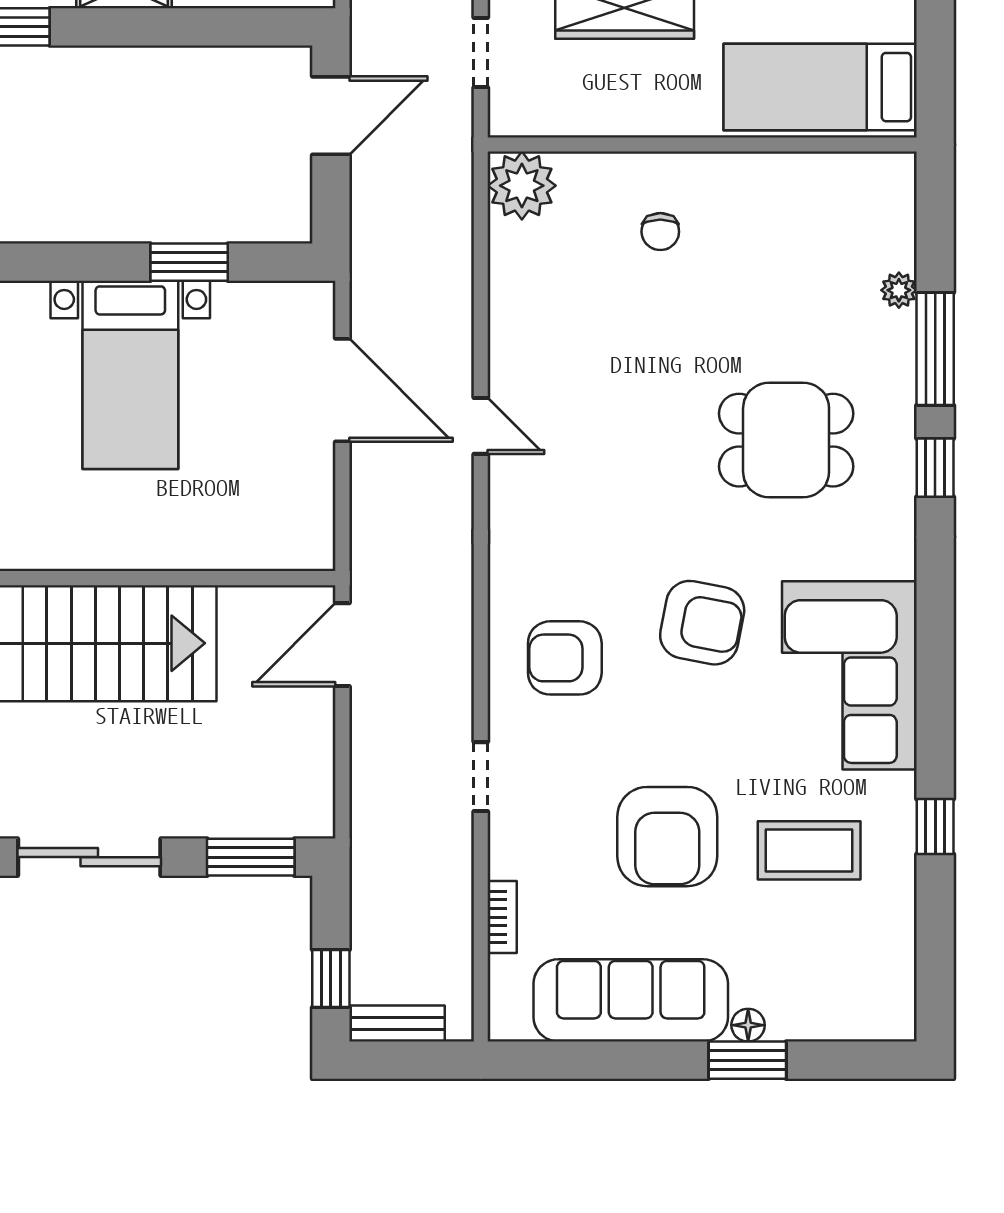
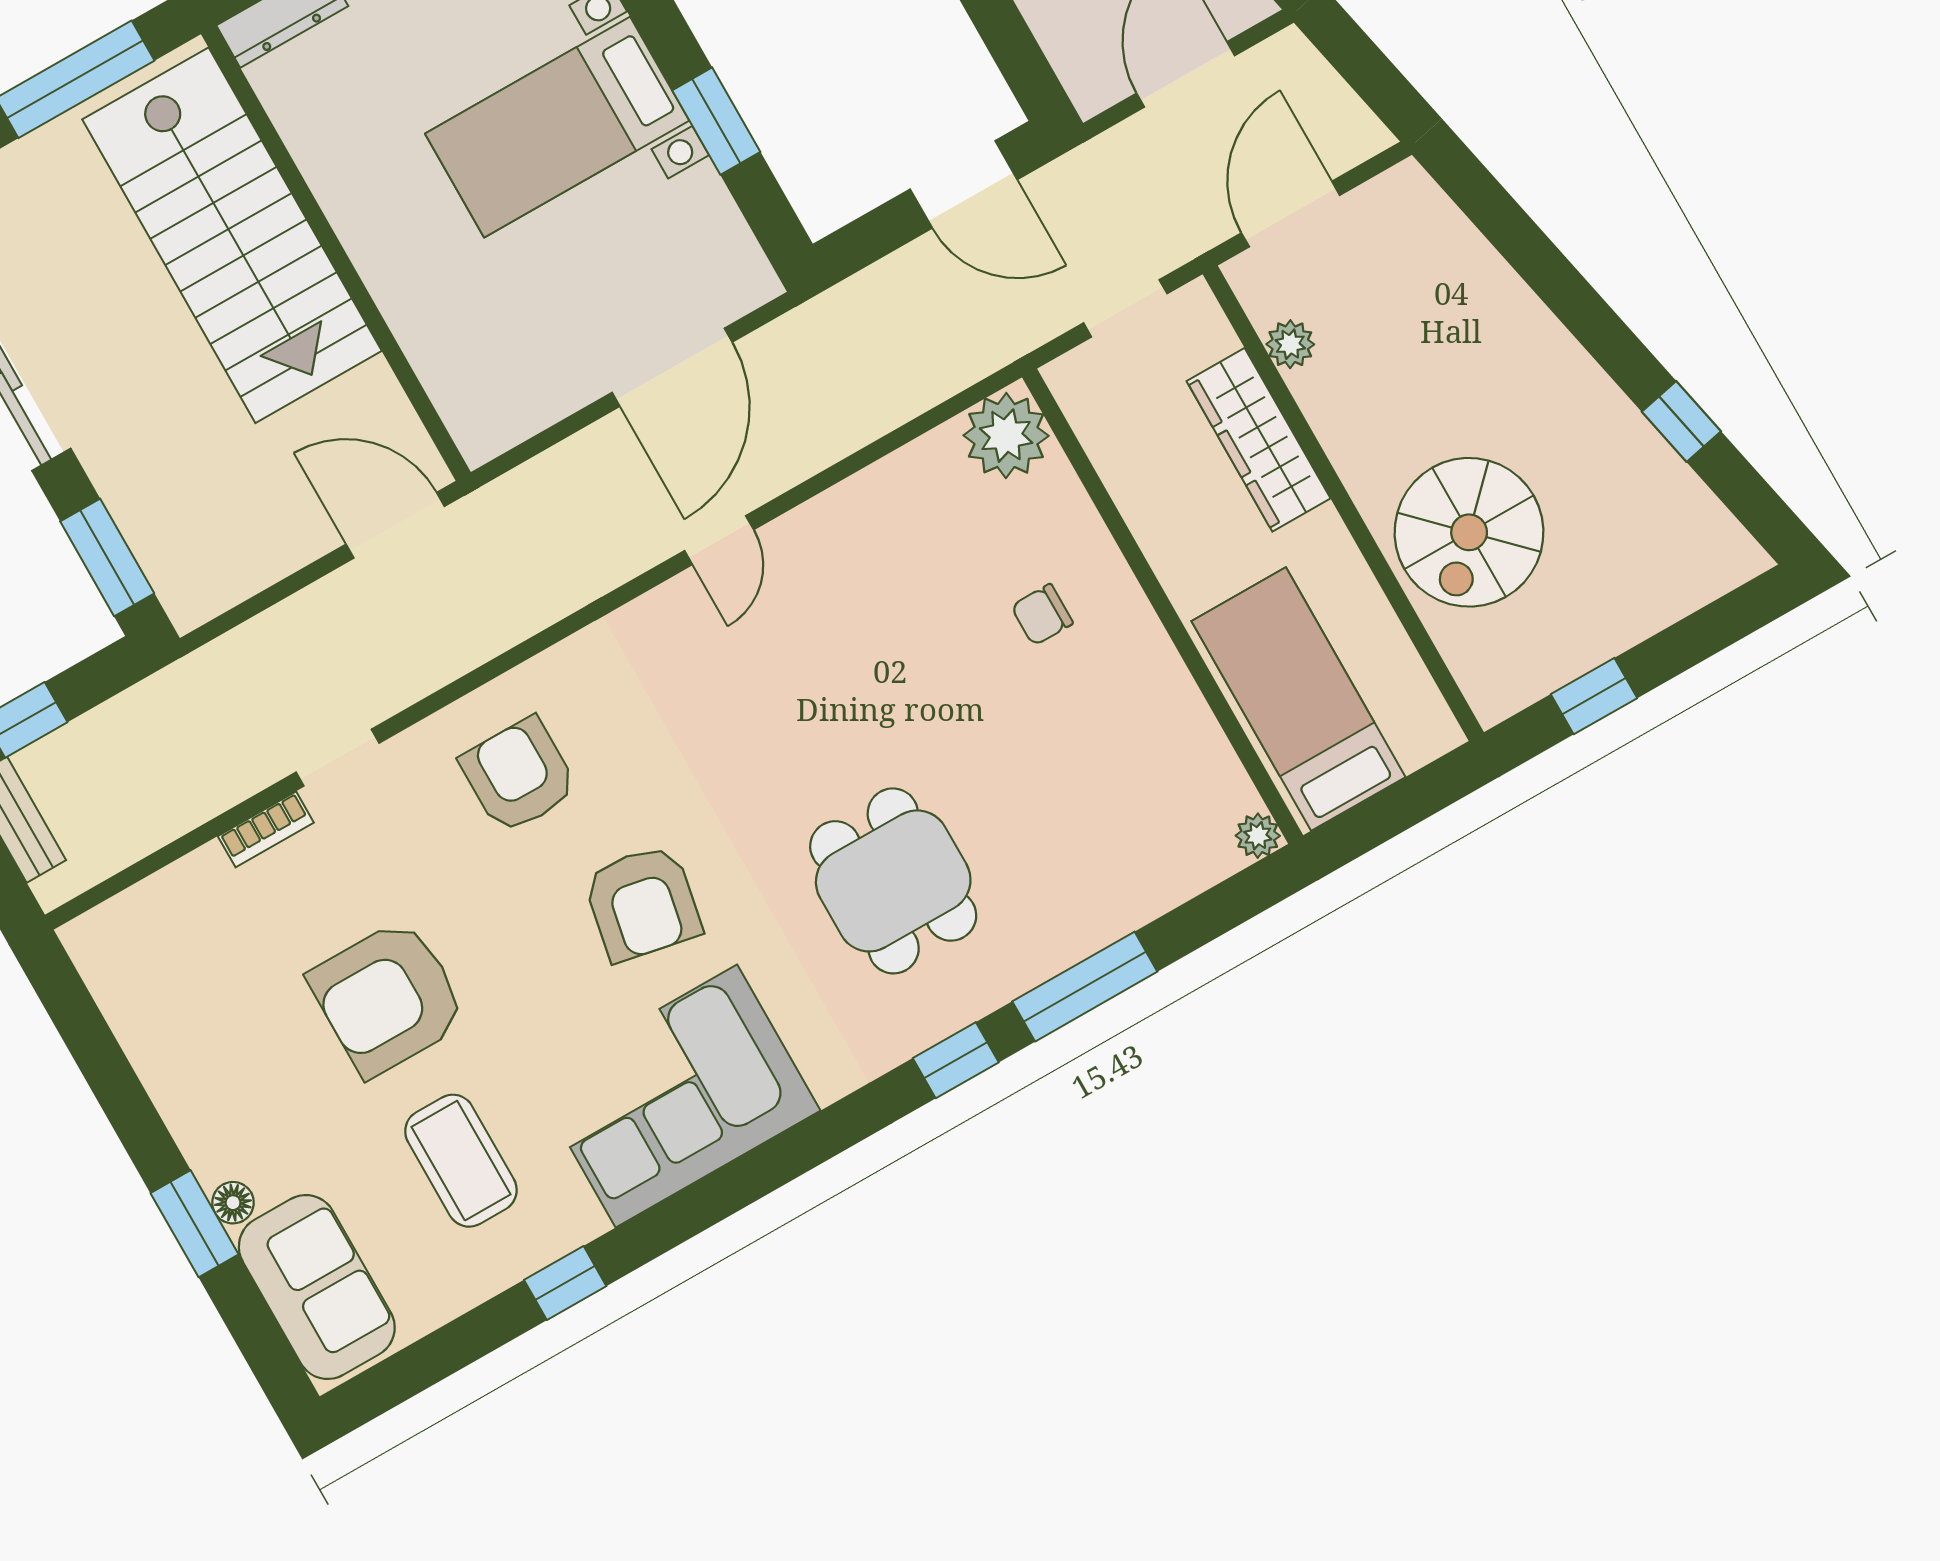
plant: (899, 290) -> (1258, 836), moved
bookcase: (502, 917) -> (266, 829), moved
sofa: (631, 1000) -> (317, 1287), moved, width x0.73

